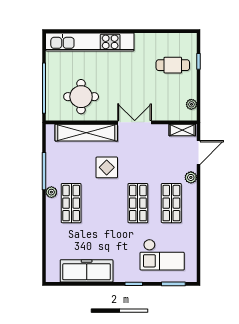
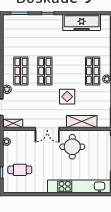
round table: (81, 97) -> (72, 147), moved
shelving: (86, 133) -> (82, 122), width x0.68
checkout: (162, 255) -> (27, 34), removed

